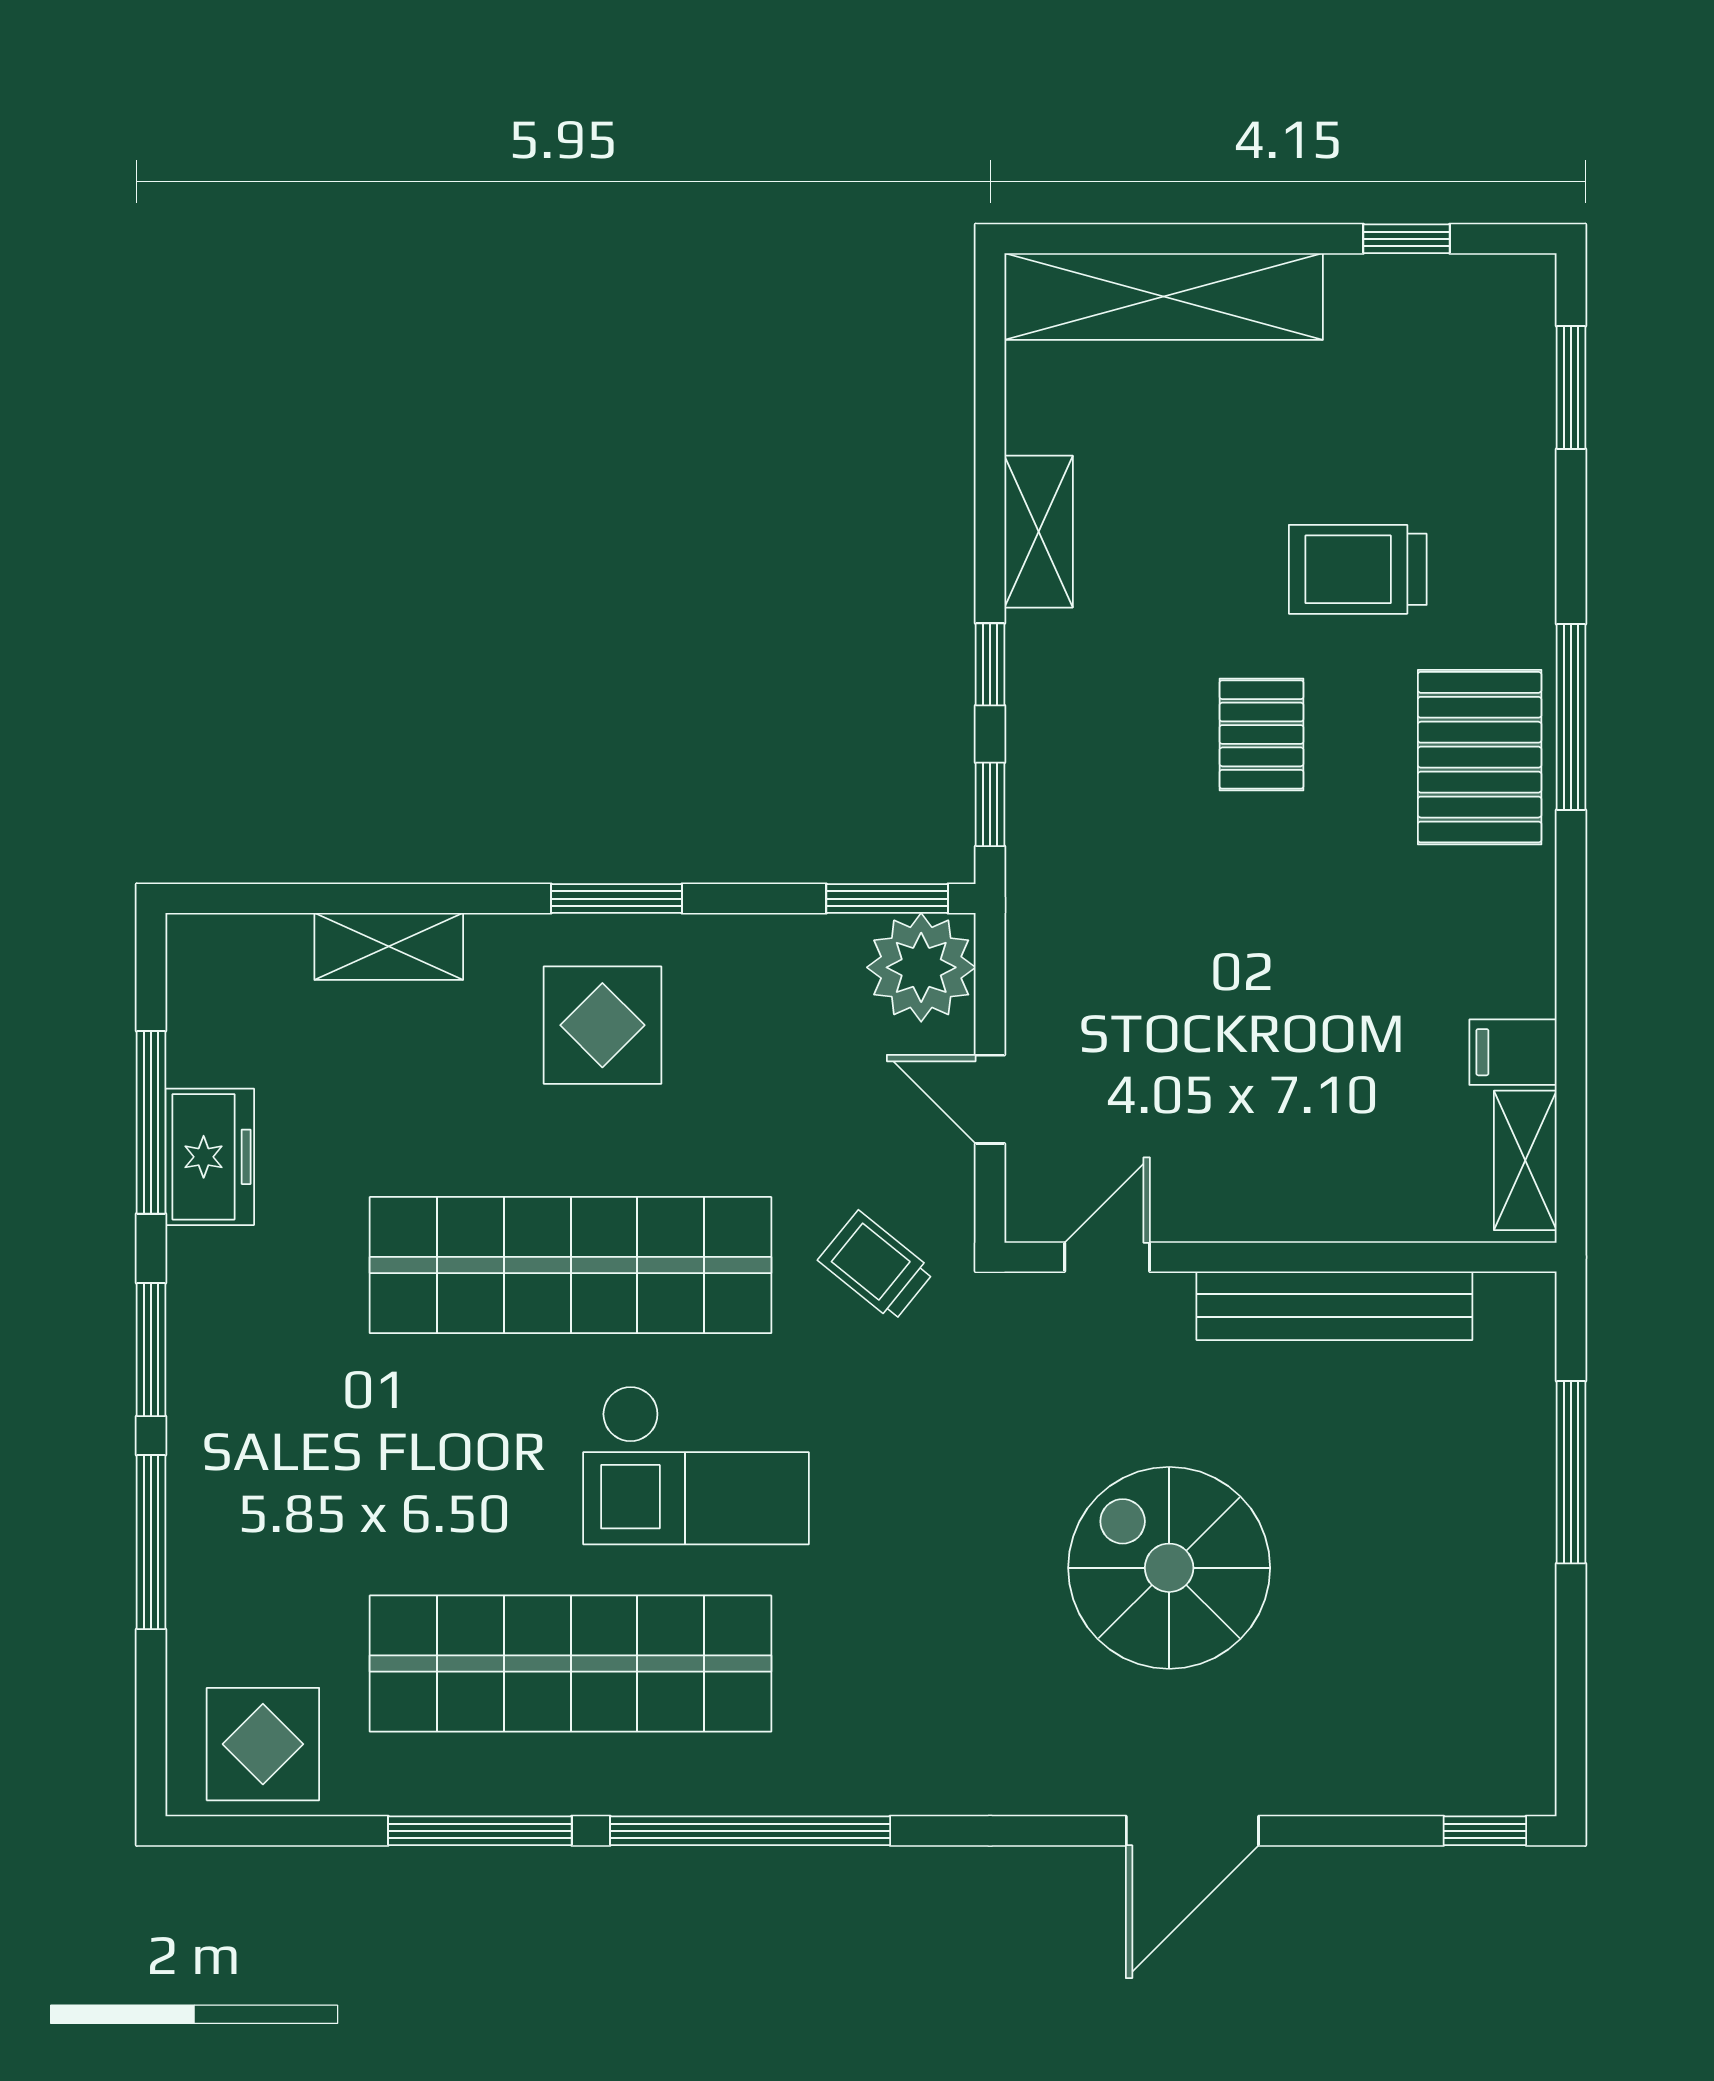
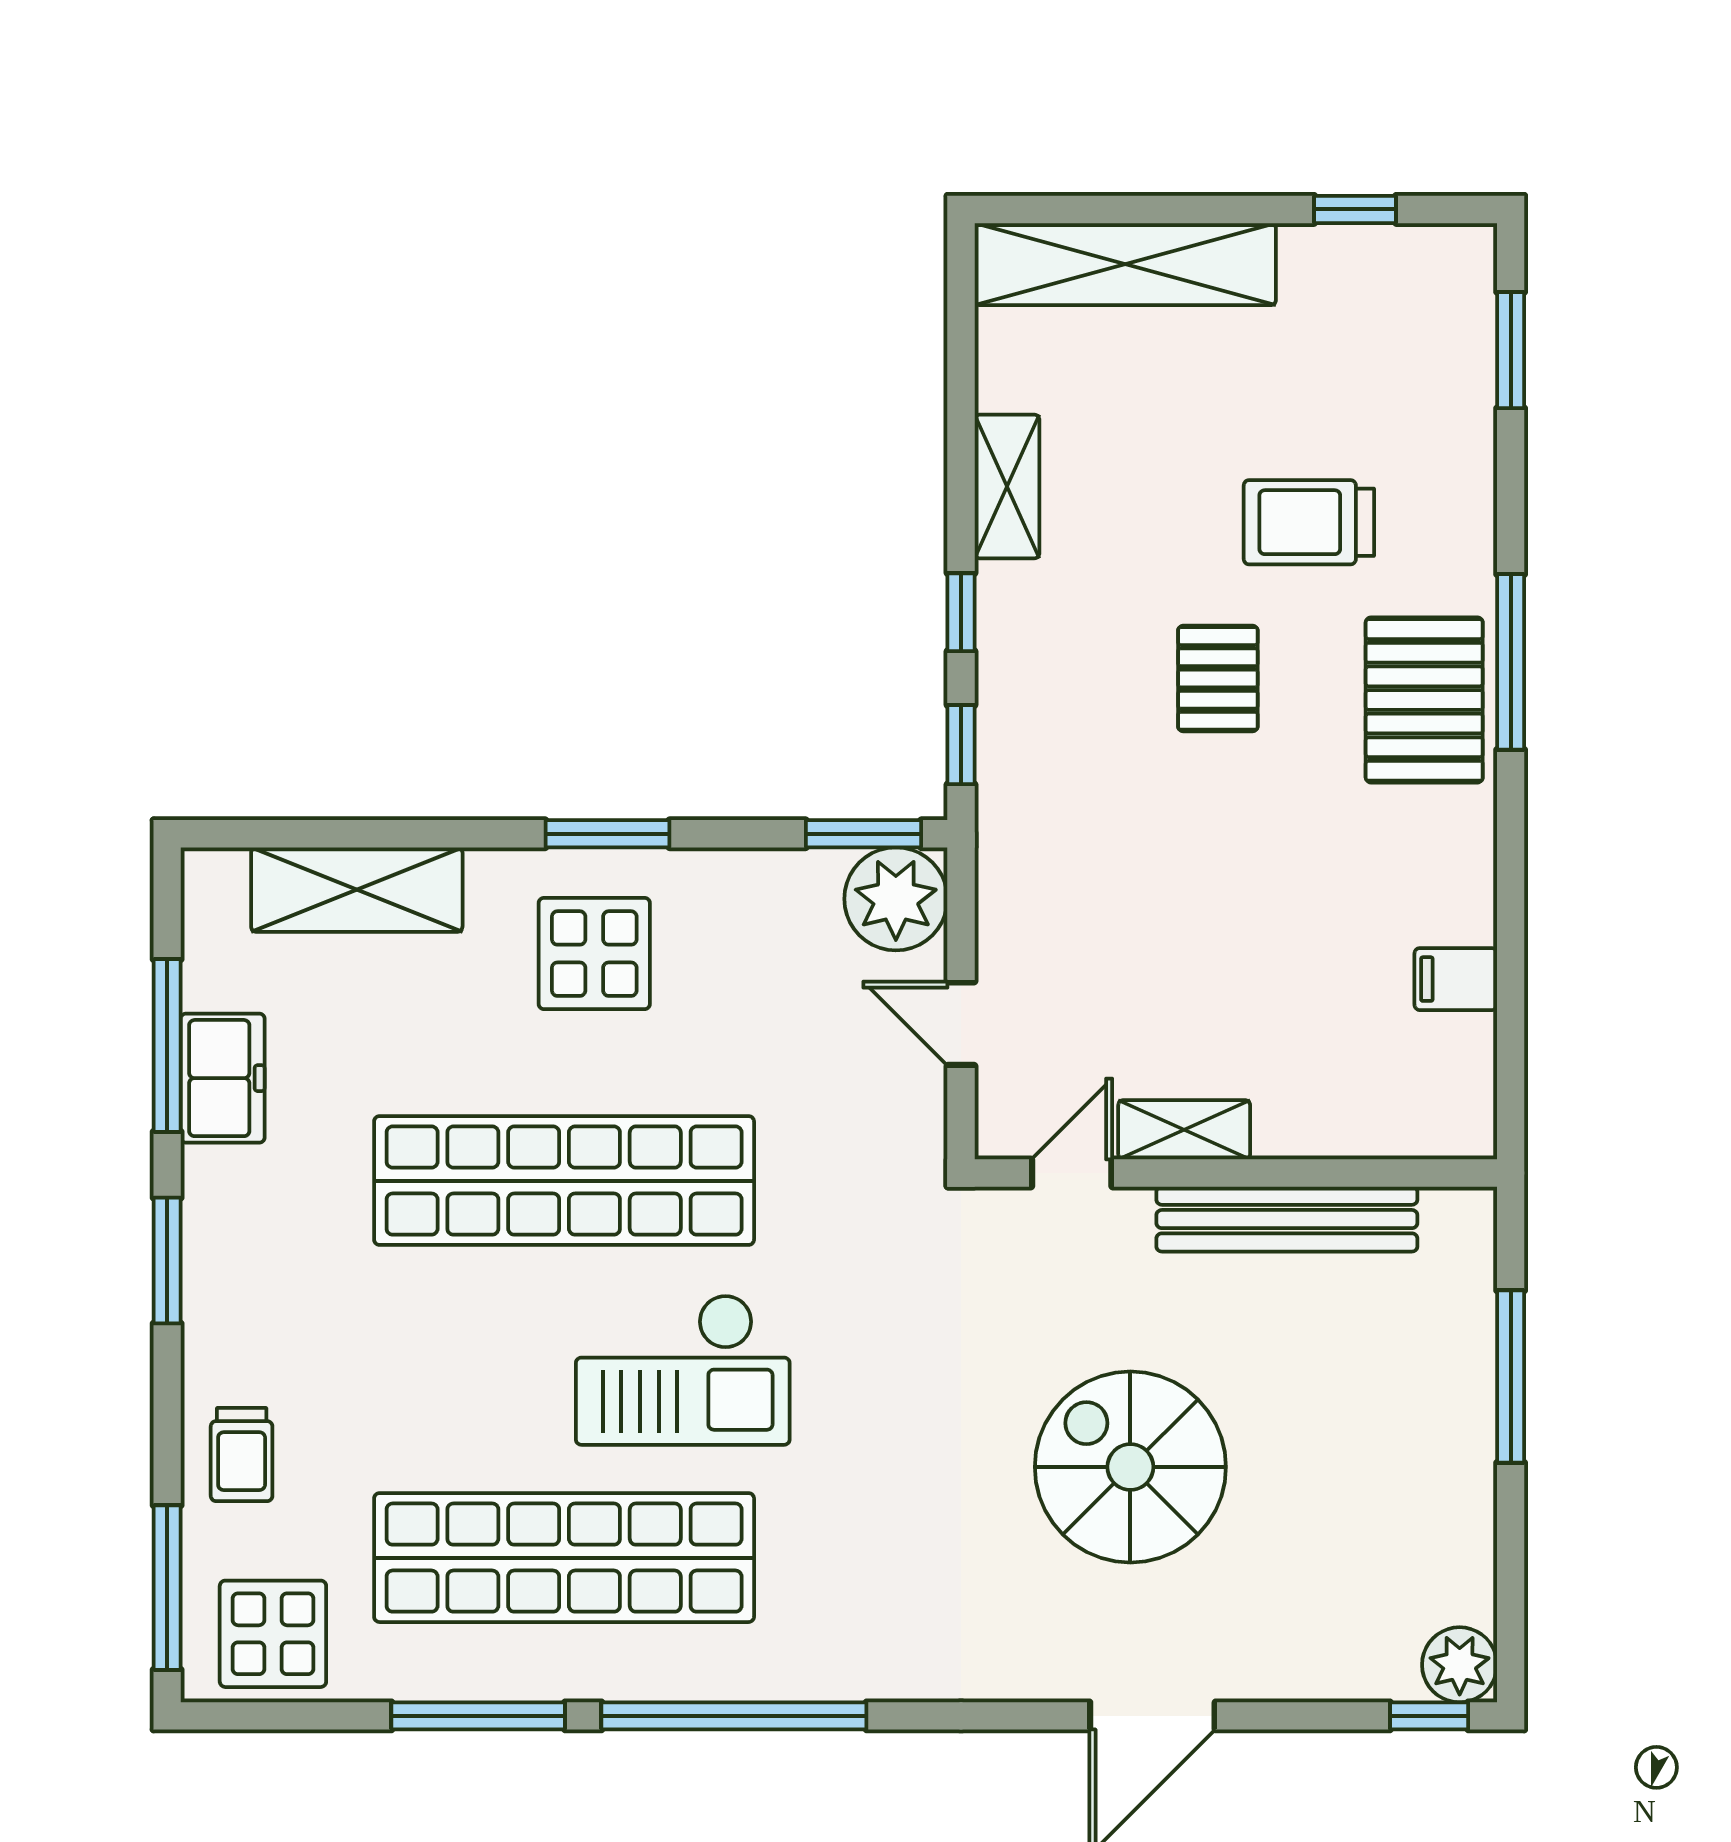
shelving: (389, 946) -> (357, 890), width x1.50, depth x1.33
shelving: (1525, 1160) -> (1184, 1130), moved, turned 90
trolley: (876, 1266) -> (242, 1455), moved, turned -129
window: (151, 1542) -> (167, 1588), moved
plant: (1517, 1777) -> (1460, 1665), added

